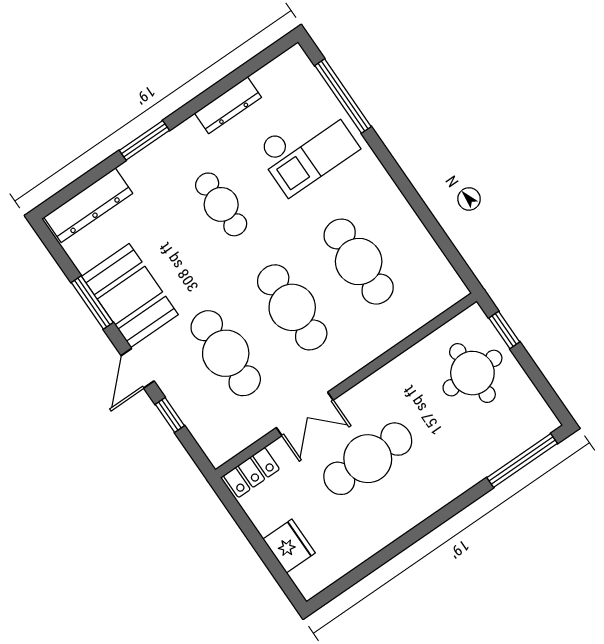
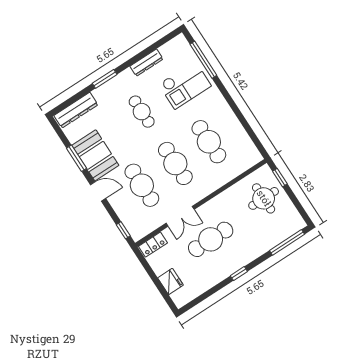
door: (138, 368) -> (98, 191), swing flipped
window: (170, 415) -> (123, 230), moved
window: (427, 526) -> (239, 274), added

